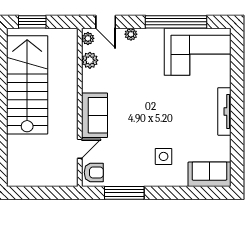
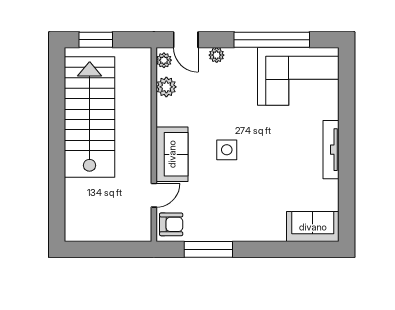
side table: (164, 156) -> (227, 150), moved

